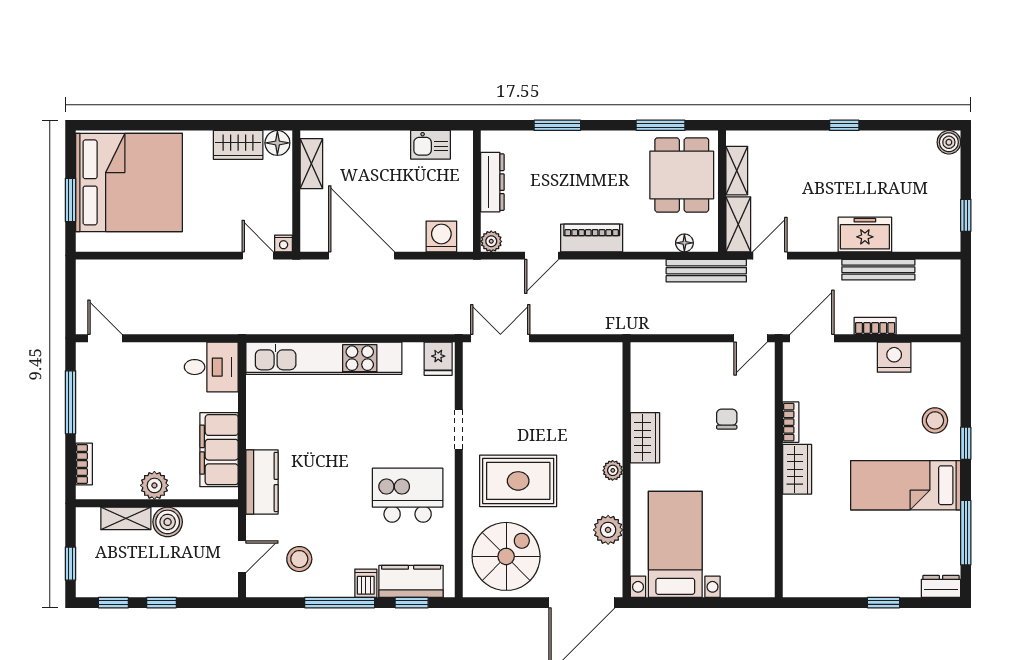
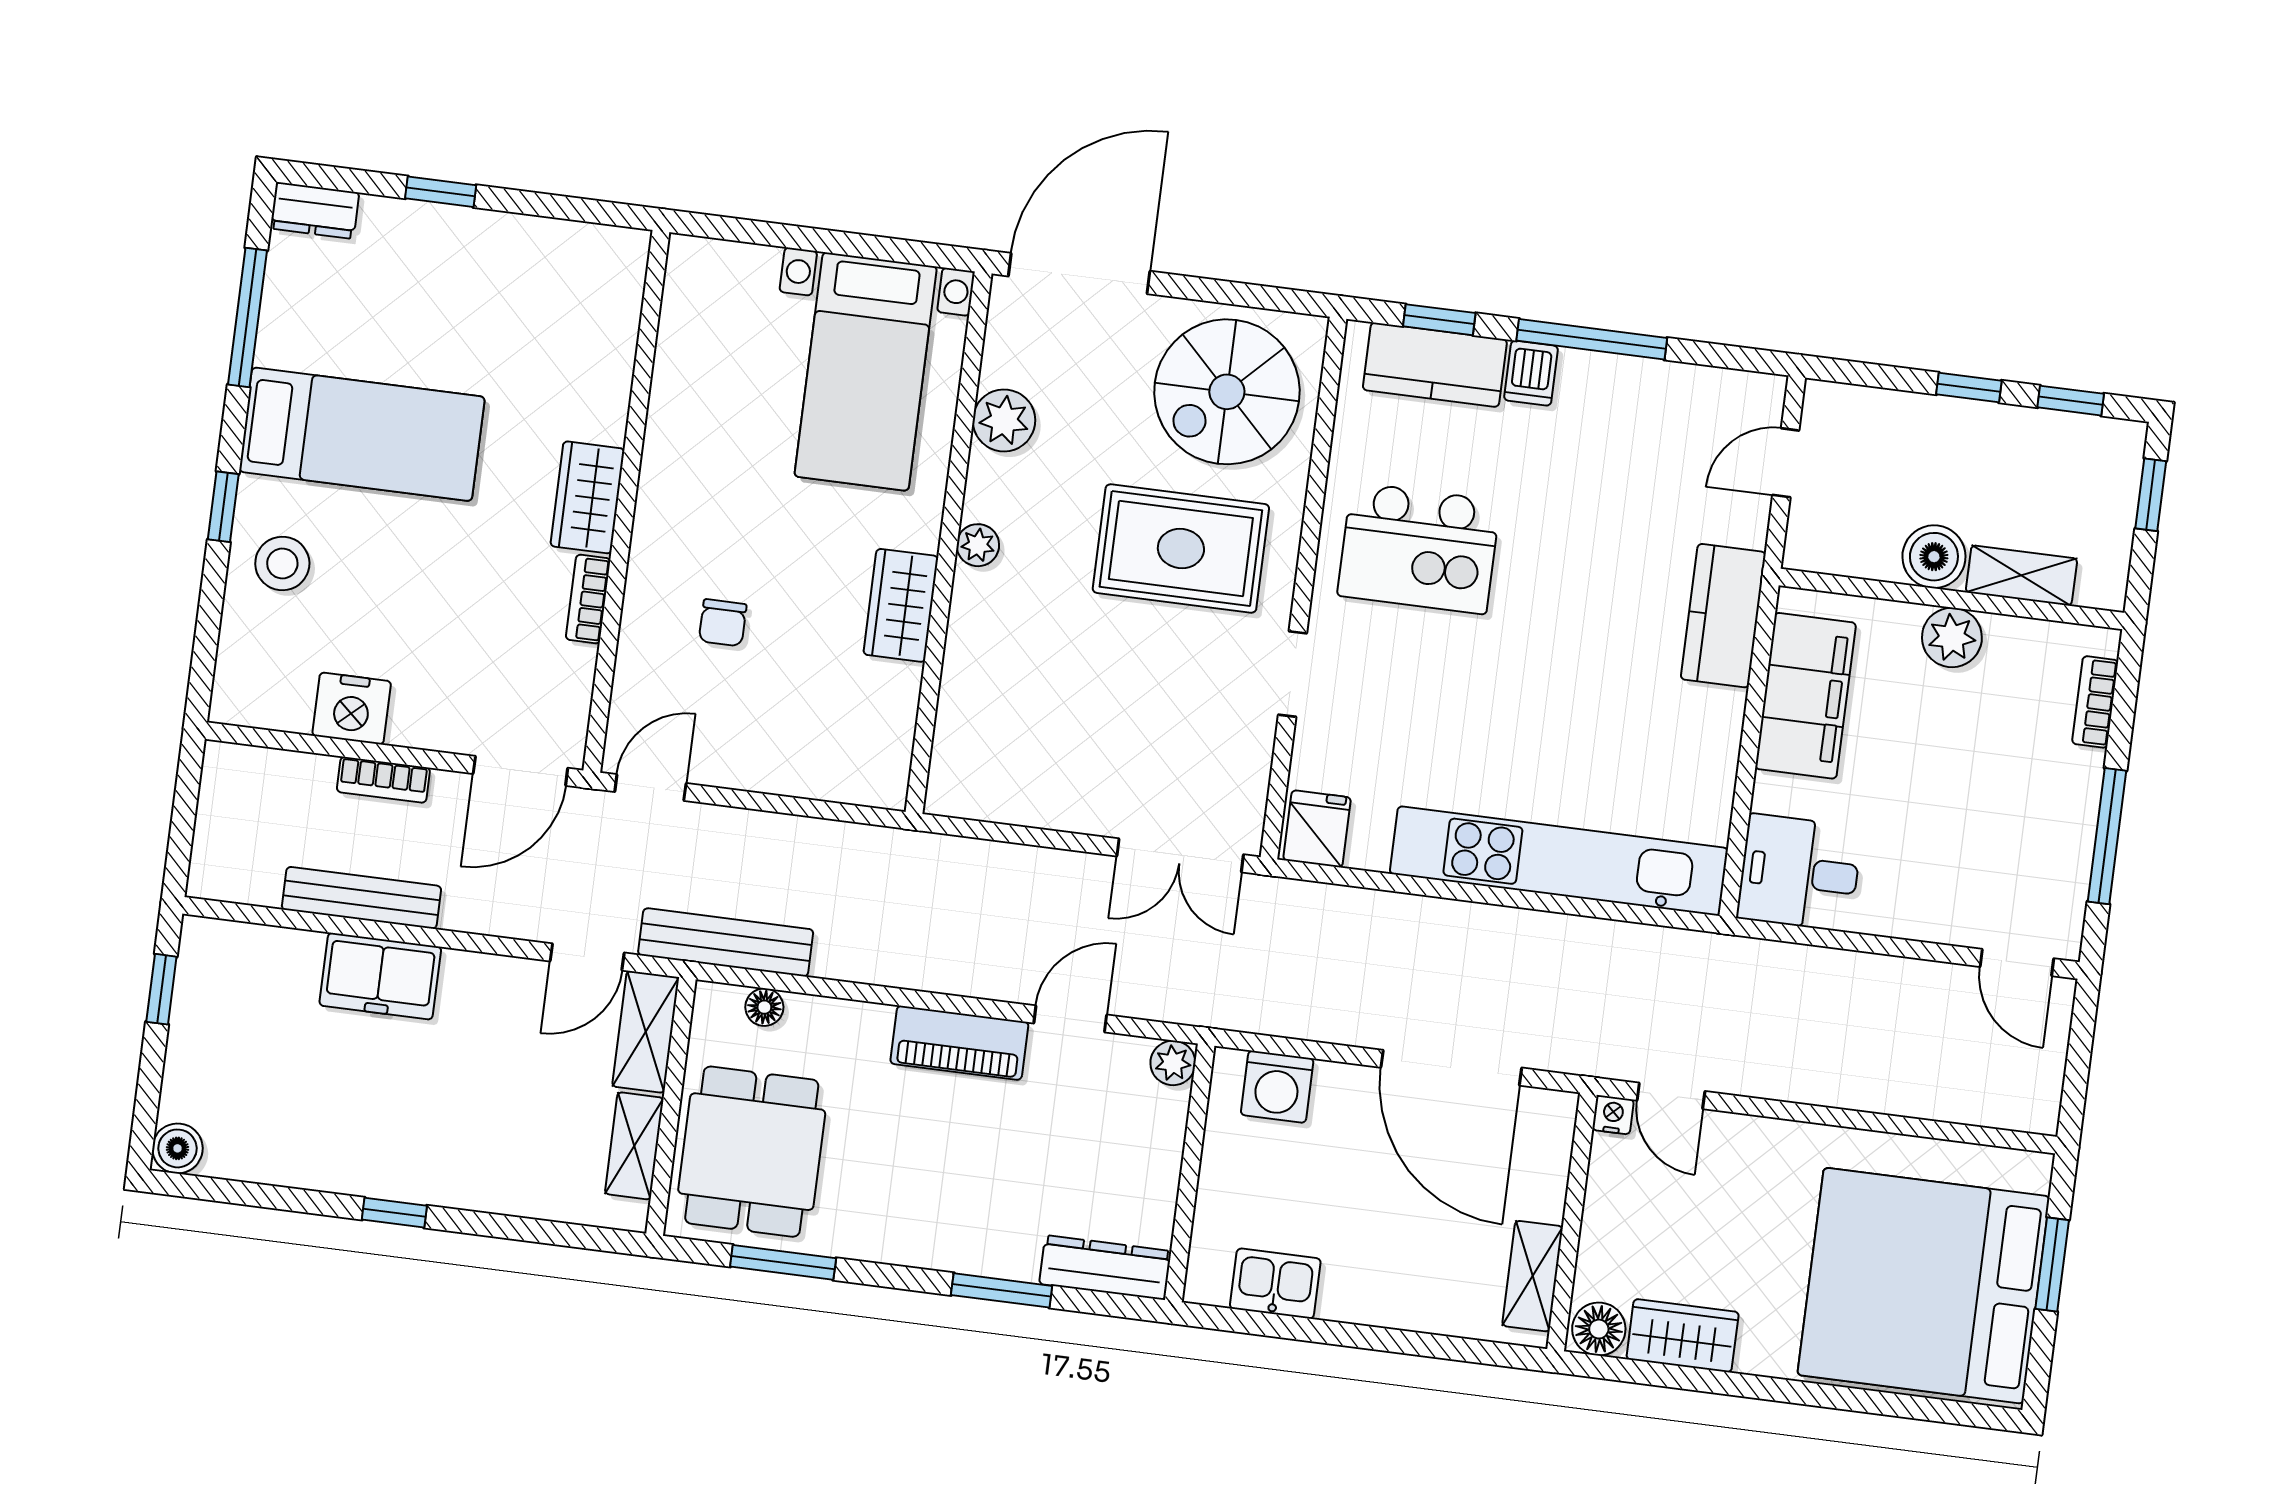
dresser: (492, 182) -> (1105, 1268), moved, turned 90
stool: (299, 559) -> (1665, 442), removed

